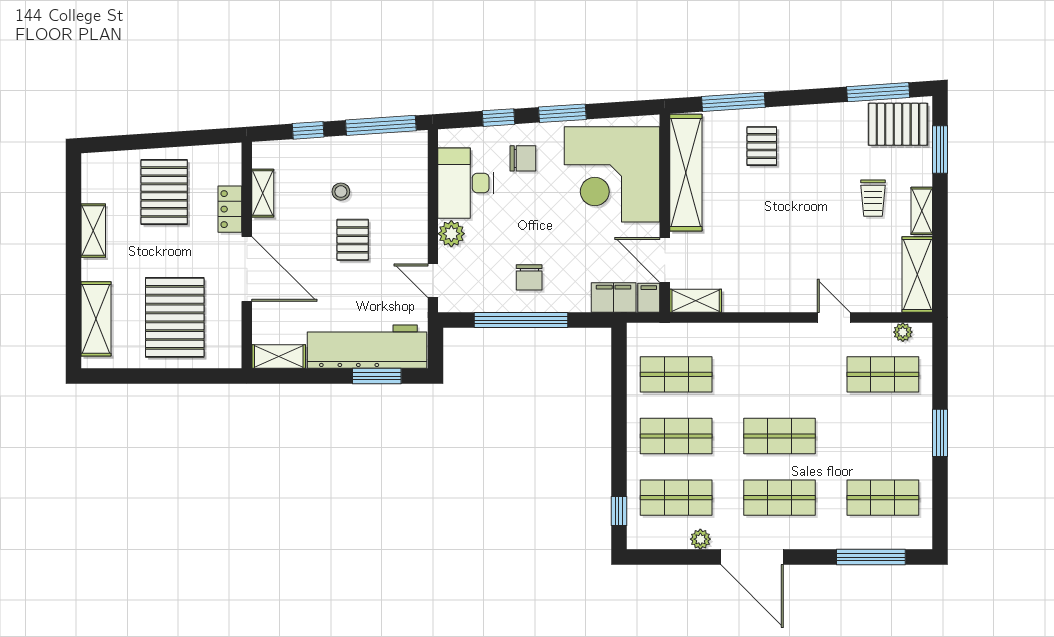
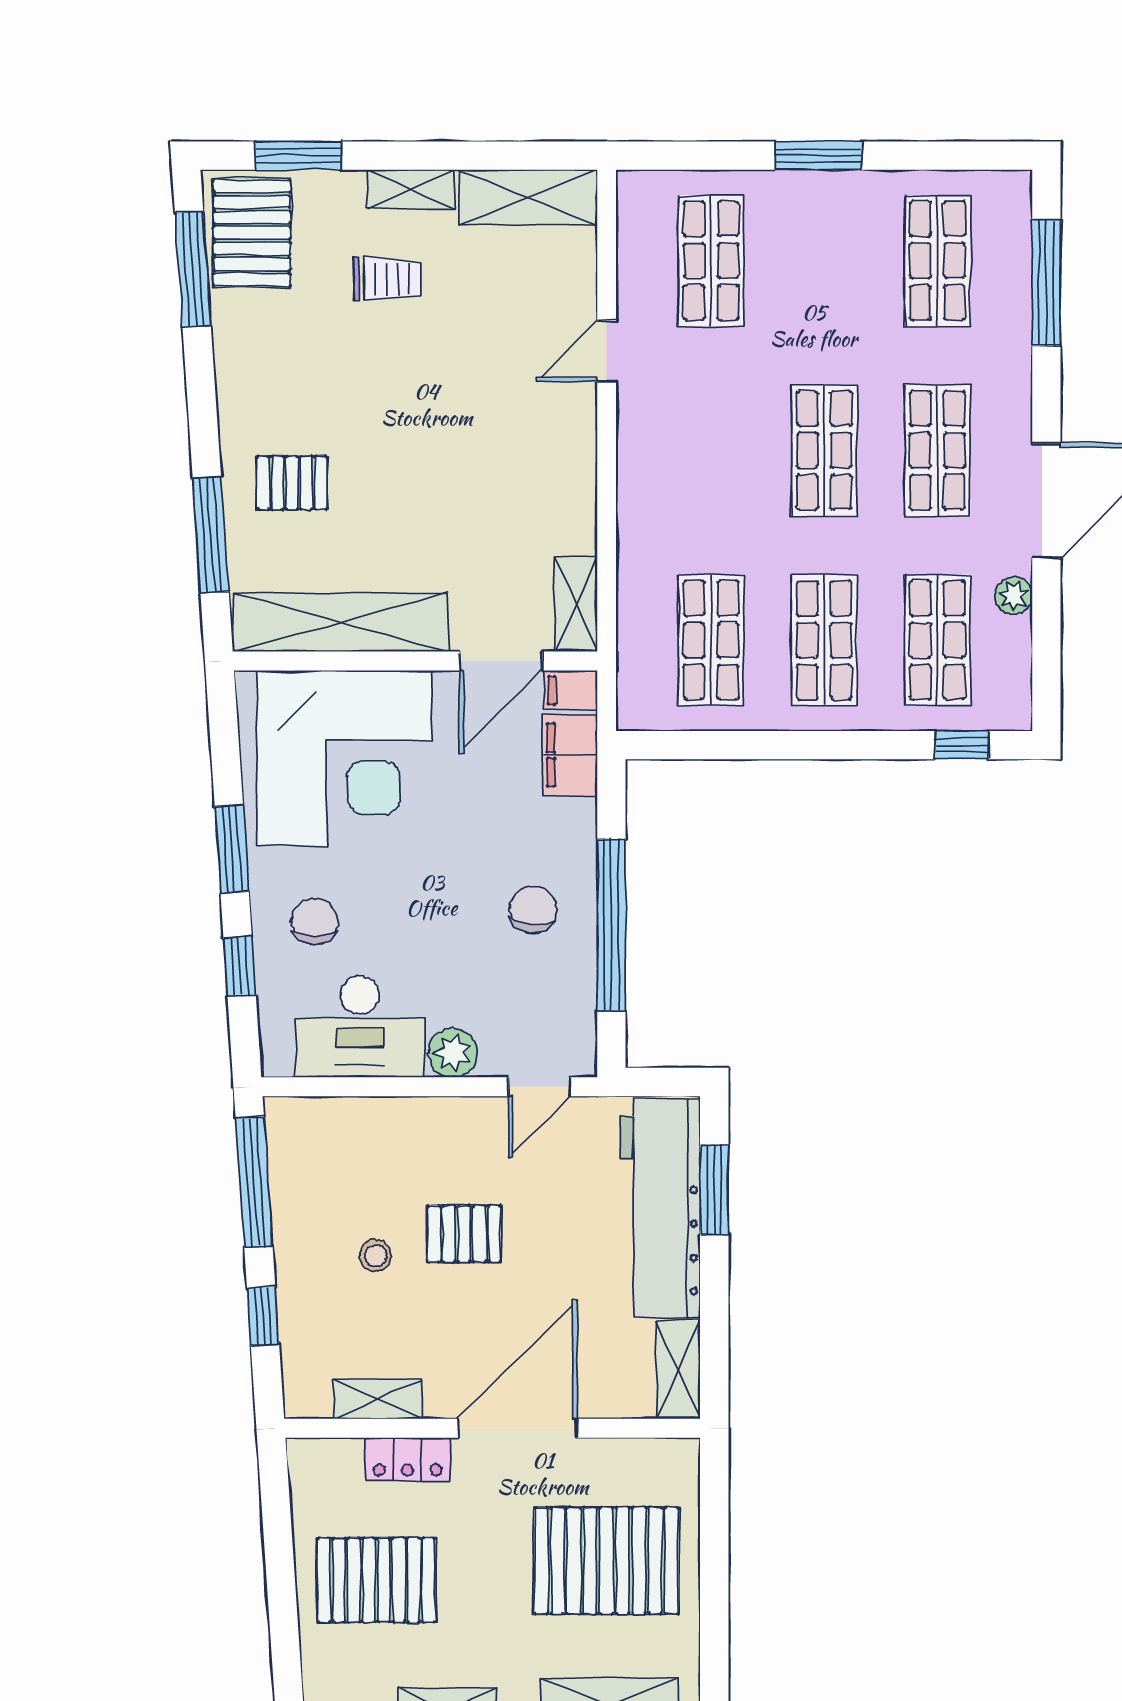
chair: (529, 277) -> (533, 910), turned -83
plant: (903, 332) -> (634, 224), removed

